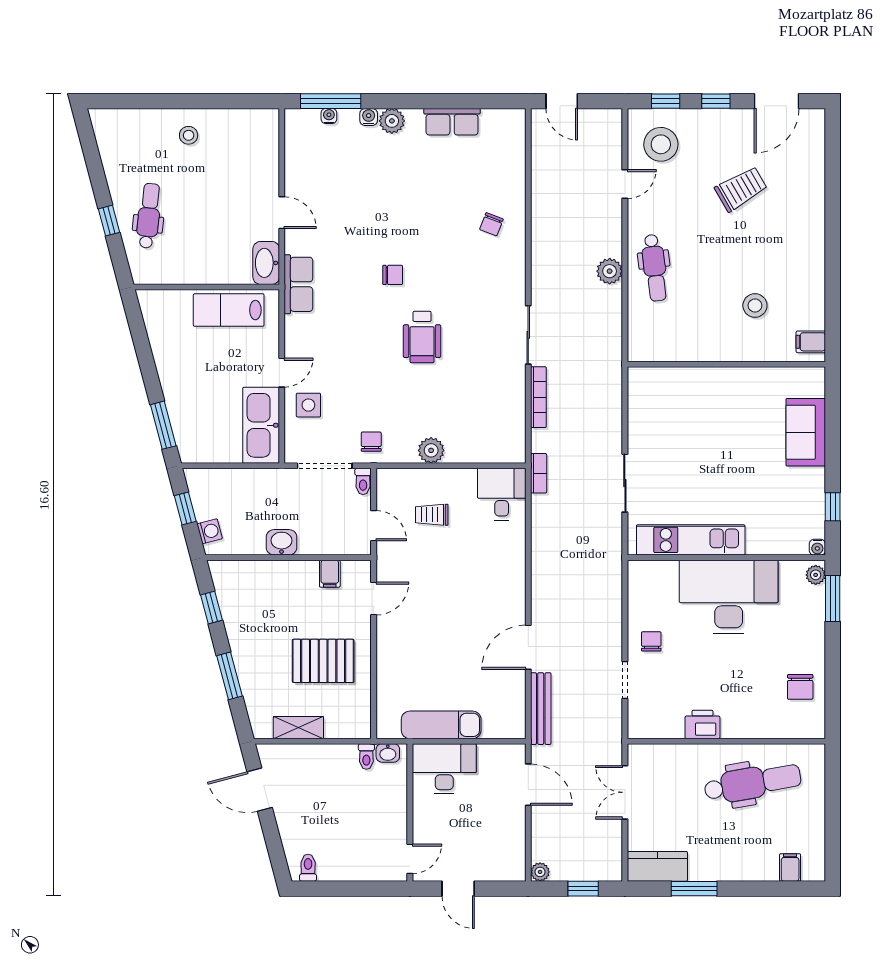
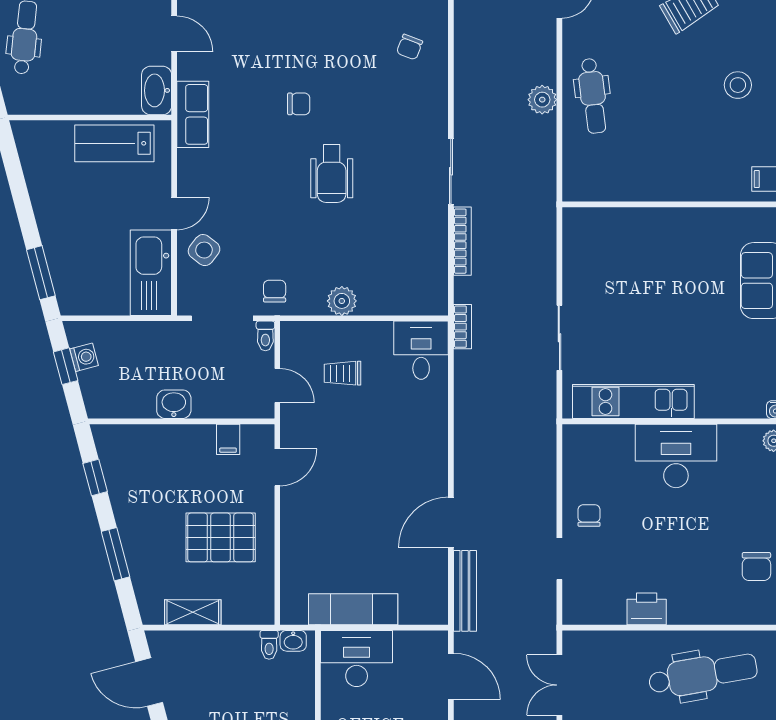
stool: (755, 305) -> (738, 85), moved
side table: (308, 405) -> (204, 250), turned 38
washing machine: (210, 531) -> (84, 357), moved
desk: (729, 597) -> (676, 456), width x0.73, depth x0.77

